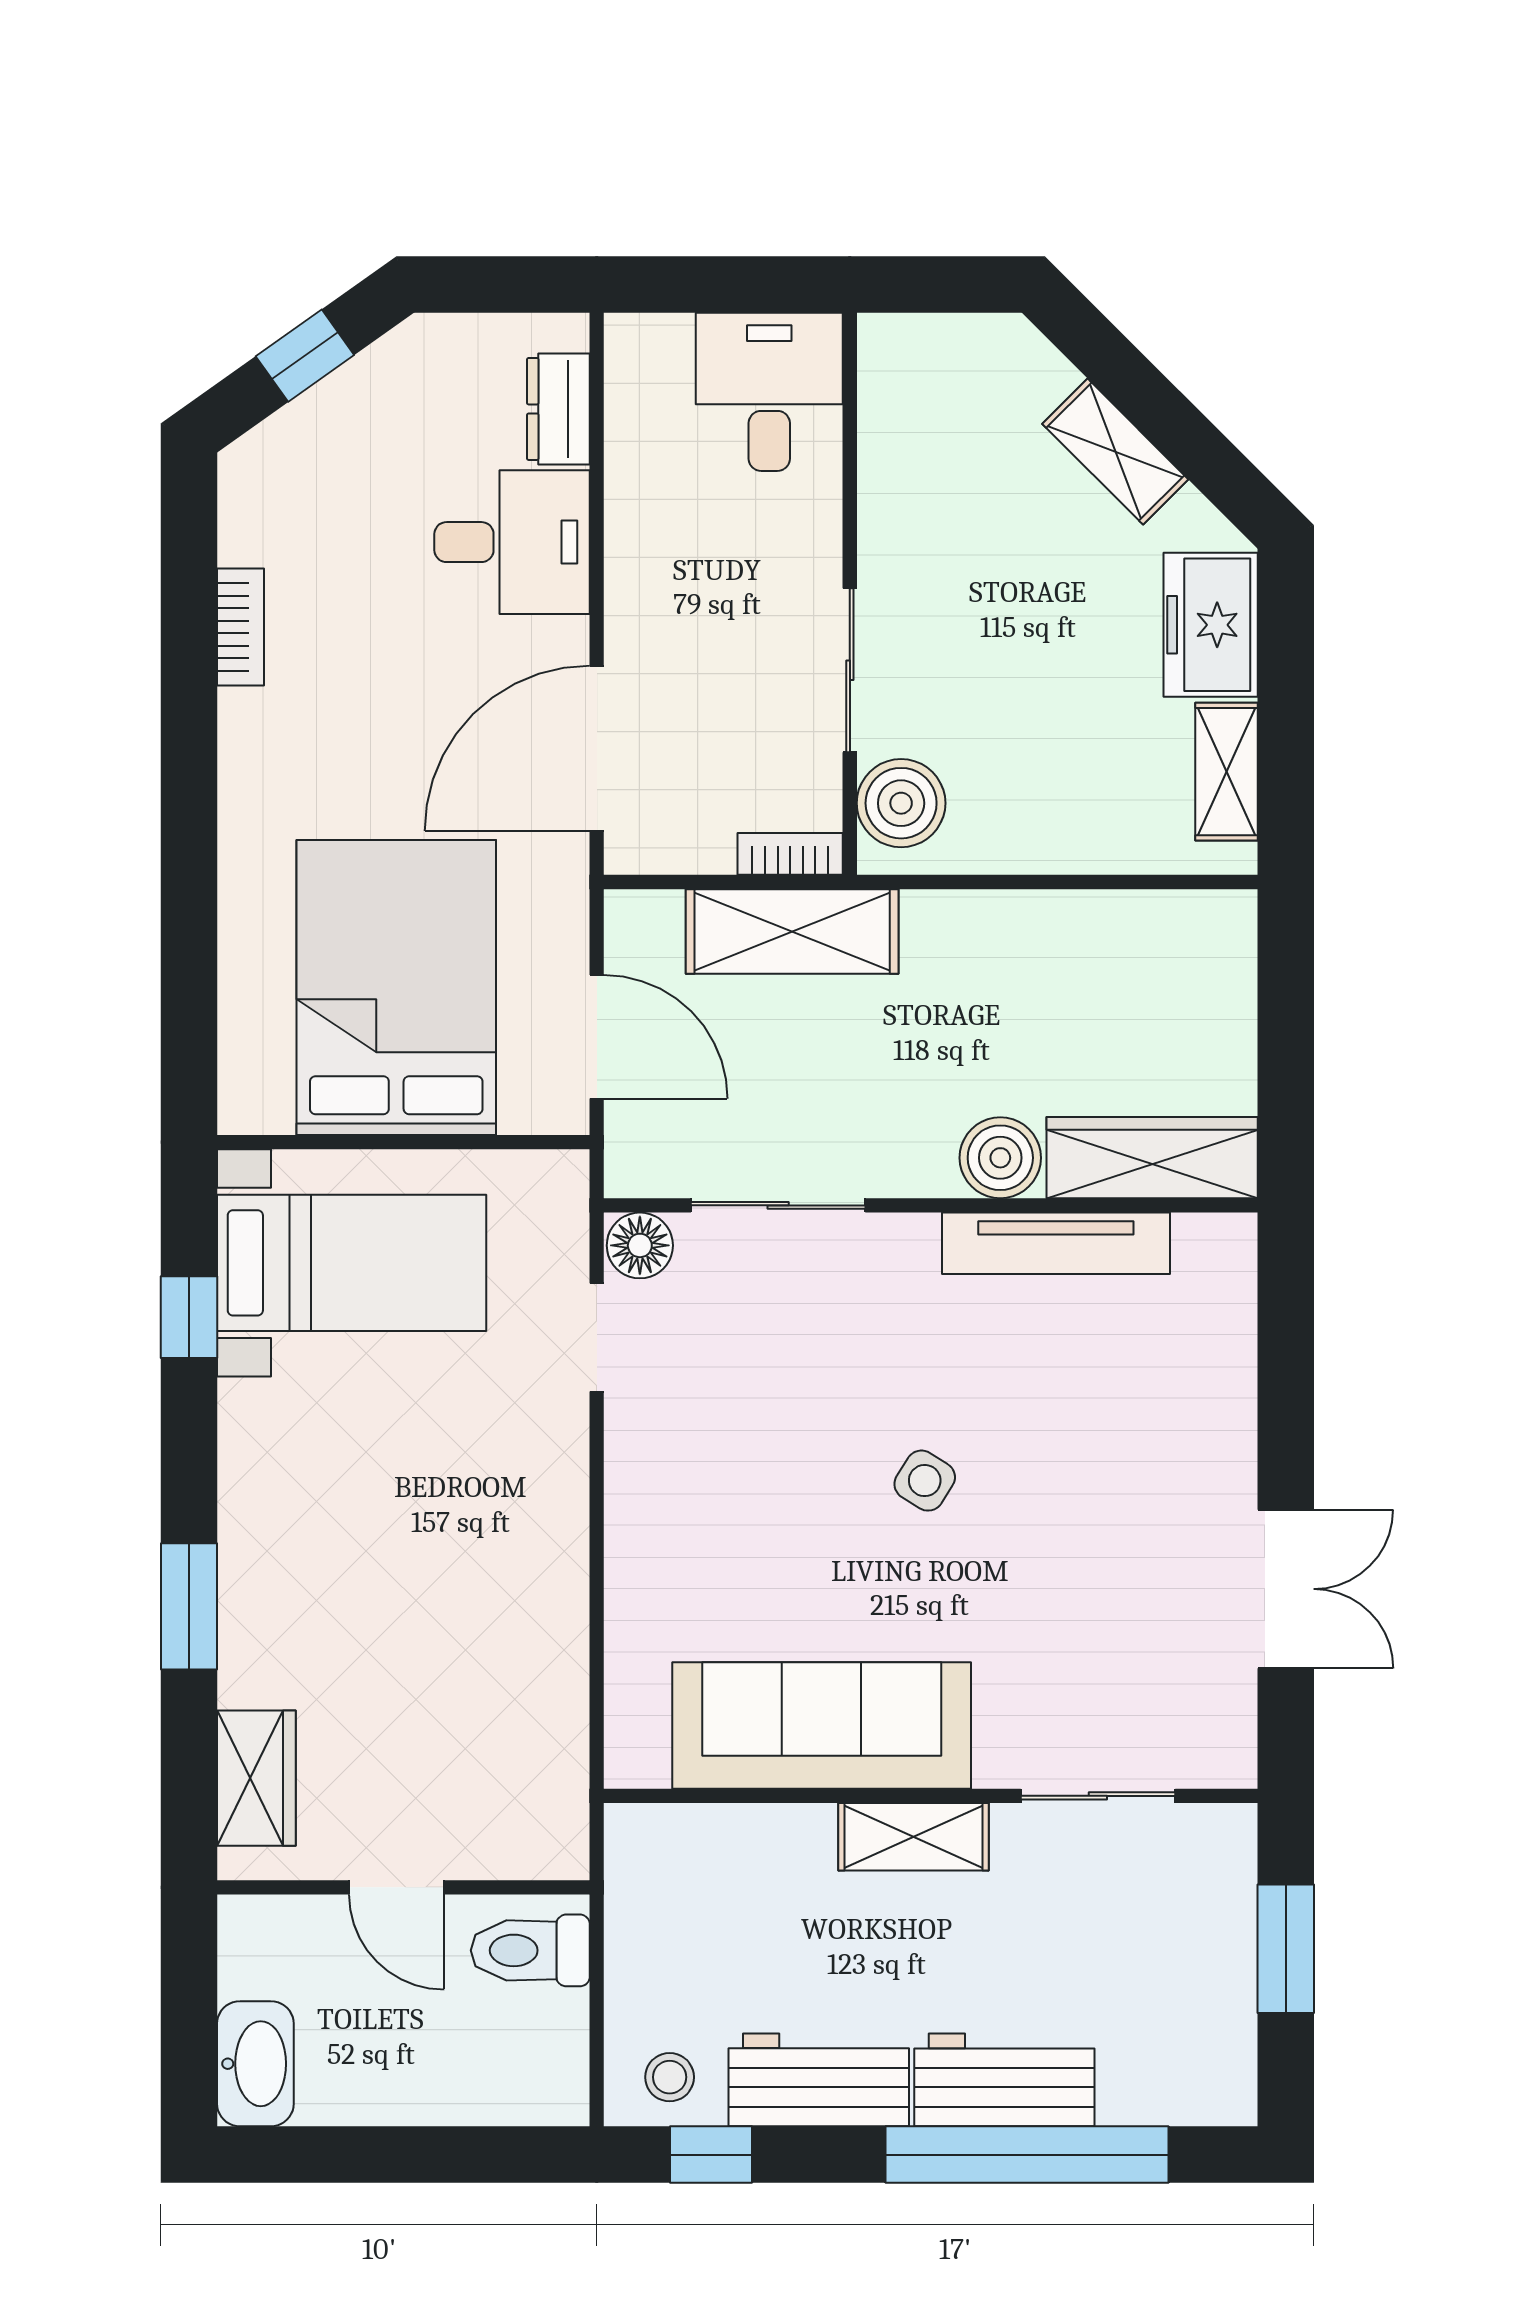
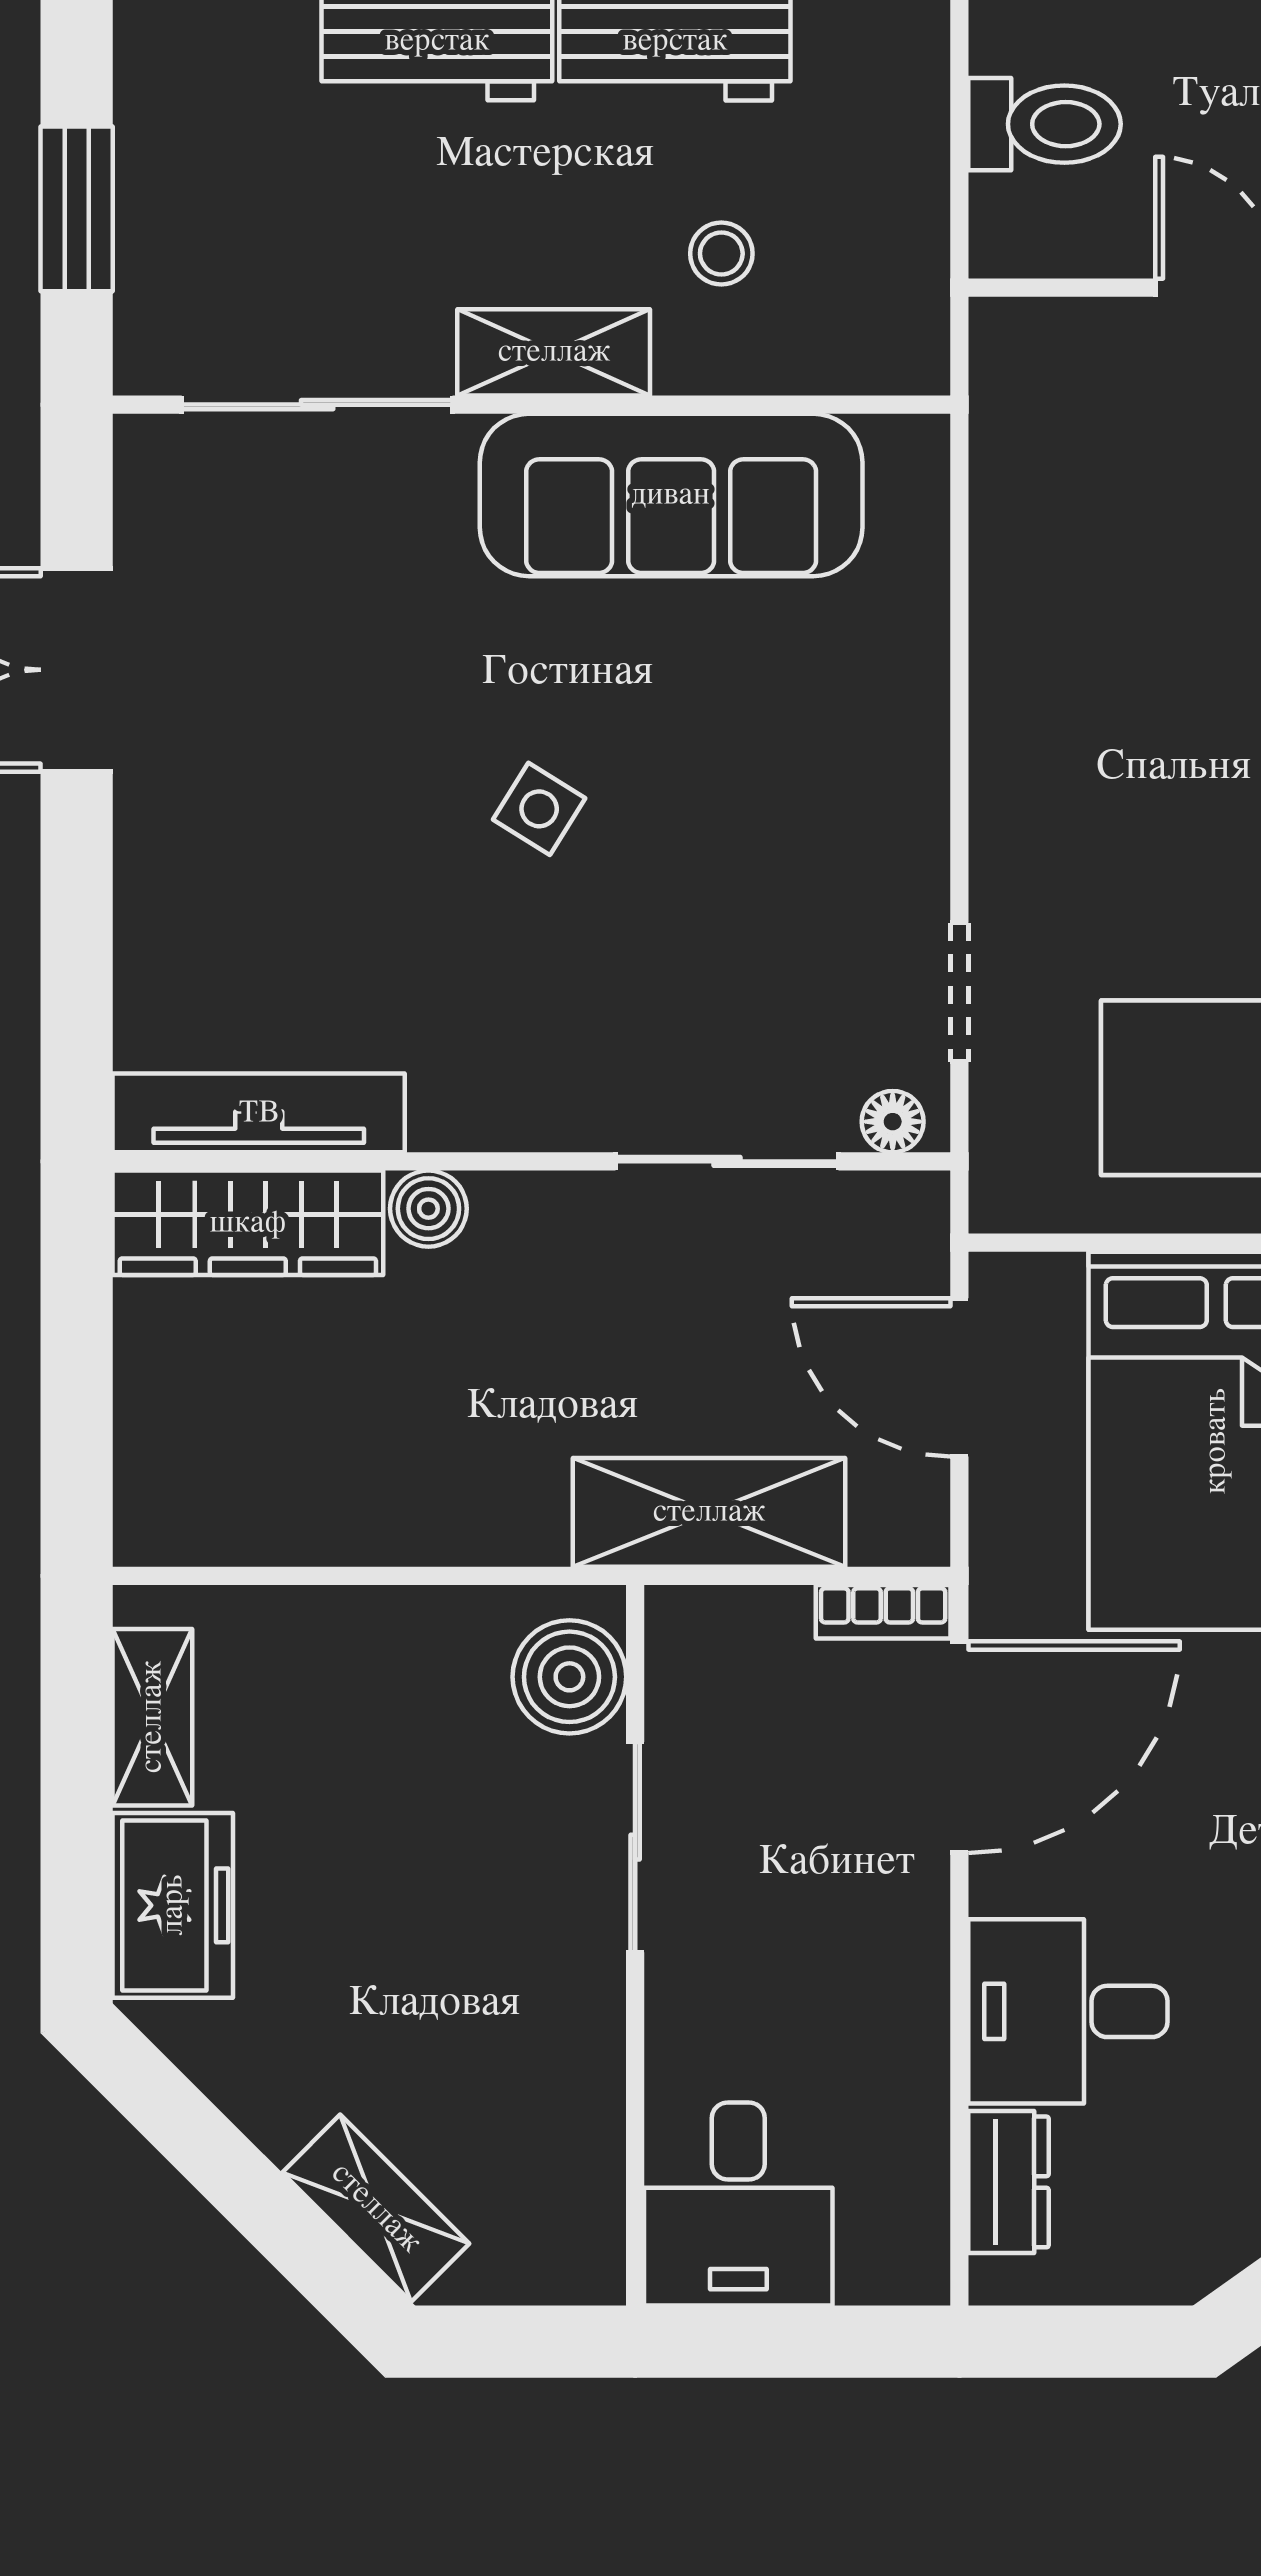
shelving: (1115, 452) -> (376, 2208), moved
bookcase: (790, 854) -> (883, 1612), moved
boiler: (1000, 1158) -> (428, 1209), width x0.73, depth x0.73
tv unit: (1056, 1243) -> (259, 1113), moved
floor lamp: (640, 1245) -> (893, 1122), width x0.73, depth x0.73
sliding door: (1098, 1796) -> (317, 405), width x1.37
toilet: (530, 1950) -> (1045, 124), moved
stool: (670, 2077) -> (721, 254), moved

